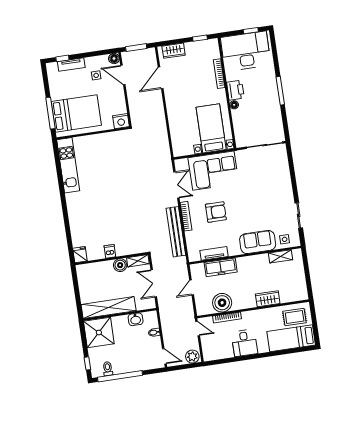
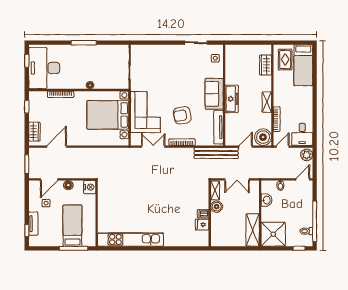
floor lamp: (114, 58) -> (68, 185), moved
door: (161, 78) -> (57, 147), swing flipped
printer: (235, 90) -> (77, 82), removed
bed: (76, 113) -> (72, 226), width x0.67
bed with nightstands: (211, 128) -> (108, 115), width x1.36
kitchen unit: (68, 165) -> (131, 239), width x1.36
armchair: (216, 212) -> (182, 115), turned -100
bench: (176, 232) -> (216, 153), moved
sofa: (258, 242) -> (214, 94), moved
tv unit: (214, 253) -> (219, 127), width x1.41
fridge: (80, 255) -> (202, 225), moved
shelving: (281, 256) -> (267, 102), moved
freezer: (221, 267) -> (232, 99), moved
door: (192, 288) -> (246, 147), swing flipped
wardrobe: (268, 299) -> (266, 65), moved
boiler: (222, 303) -> (263, 137), moved
shelving: (109, 308) -> (253, 230), width x0.68
desk: (244, 343) -> (302, 134), moved, turned 90

